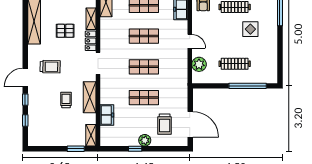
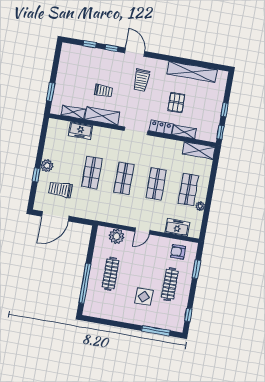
shelving: (91, 135) -> (73, 112), moved
window: (135, 149) -> (36, 175), moved

